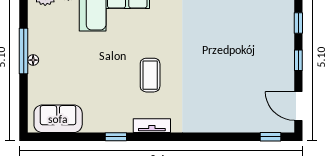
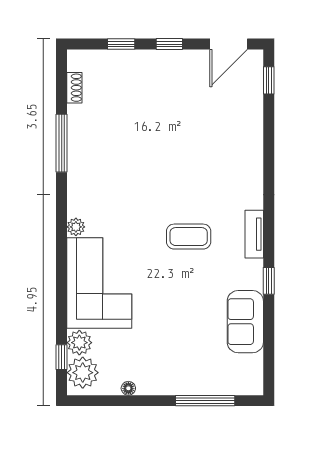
window: (24, 51) -> (205, 401), moved
floor lamp: (33, 60) -> (128, 388), moved
sofa: (58, 119) -> (245, 322), moved

